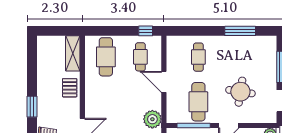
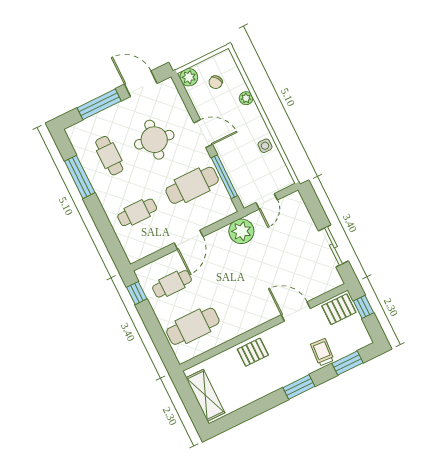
shelving: (73, 53) -> (205, 395), moved, turned 90
cafe table: (245, 57) -> (109, 156), added

